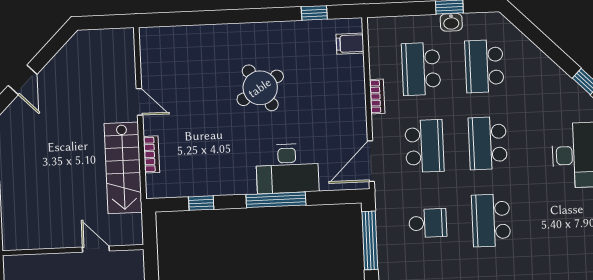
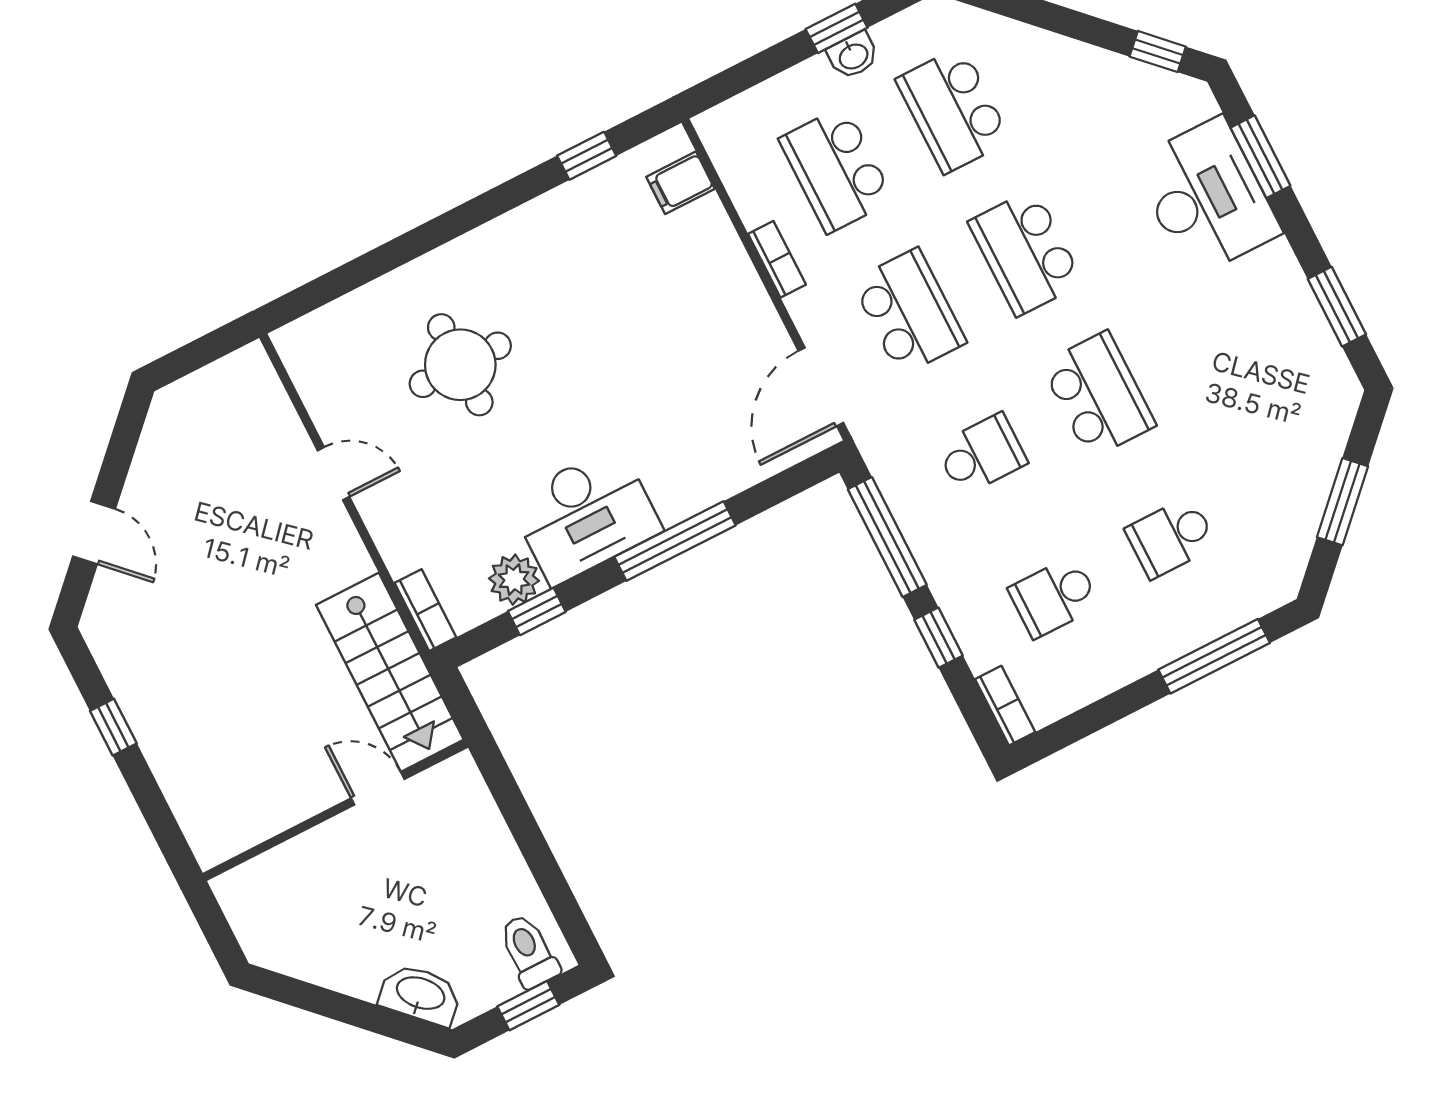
round table: (260, 88) -> (460, 365), moved, turned 32
bookcase: (151, 154) -> (425, 610), moved
stairs: (123, 168) -> (390, 672), moved
desk: (287, 169) -> (585, 515), moved
plant: (198, 184) -> (514, 580), added
school desk: (491, 220) -> (1098, 395), turned 180

